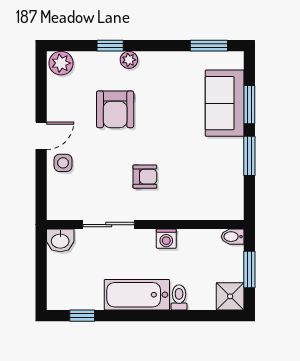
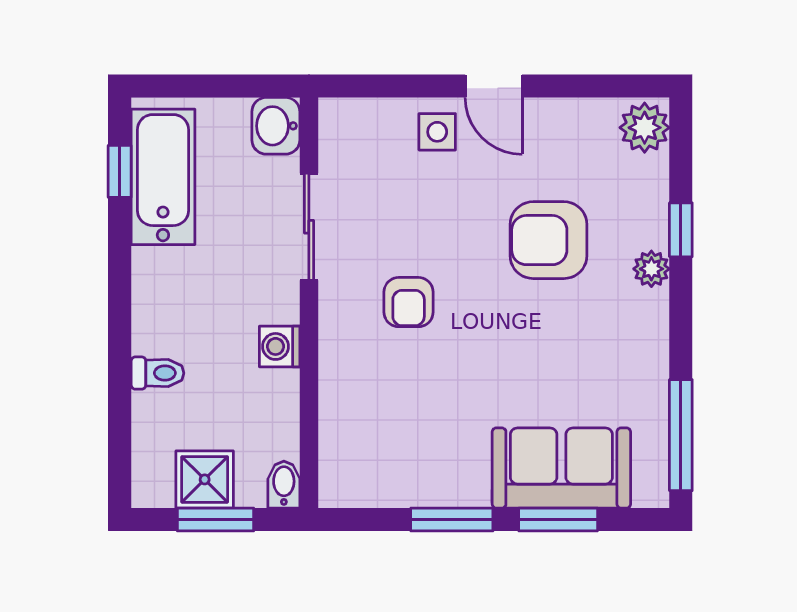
window: (209, 46) -> (681, 435), width x1.44
bathtub: (137, 295) -> (163, 177), moved
shower: (230, 296) -> (205, 479), moved

